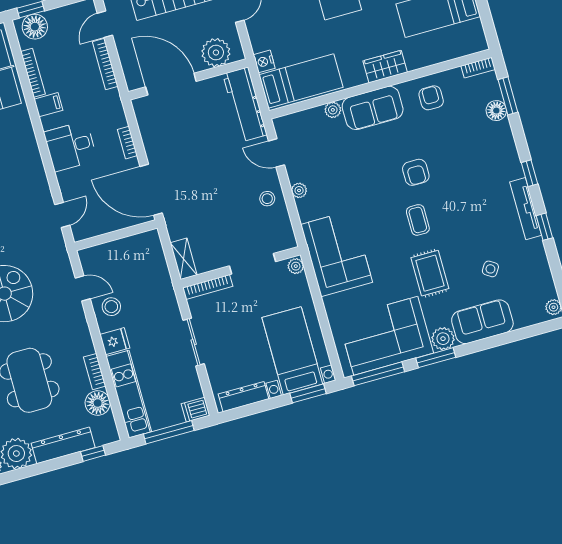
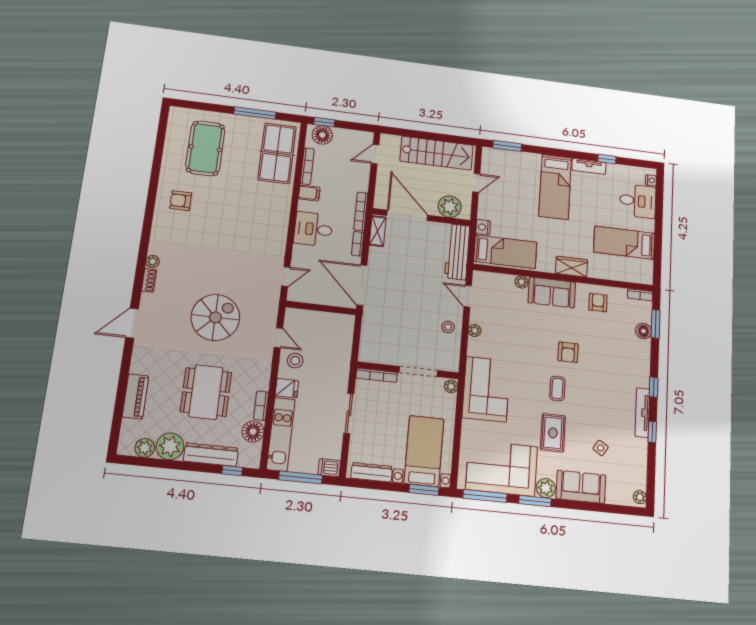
bookcase: (105, 64) -> (361, 211), moved
shelving: (184, 259) -> (378, 231), moved

